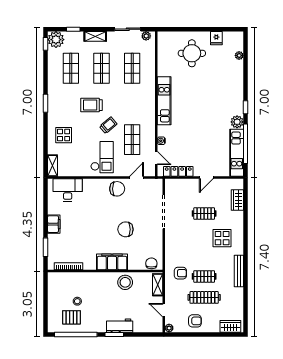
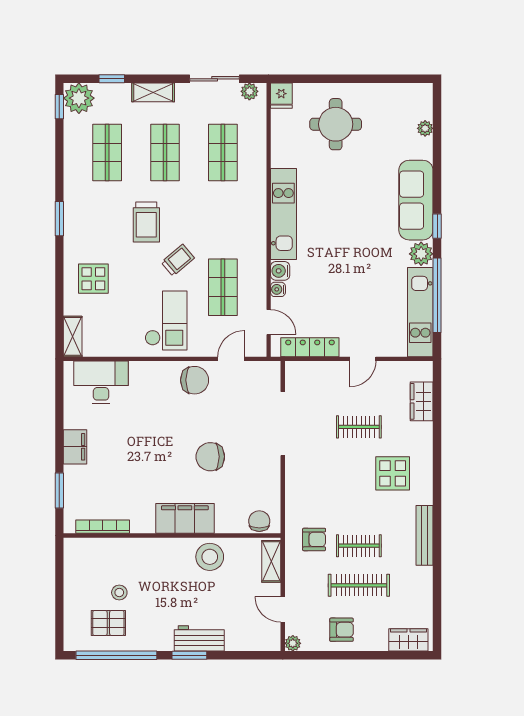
fridge: (216, 38) -> (281, 96), moved
sofa: (234, 93) -> (416, 200), added
trolley: (92, 105) -> (146, 222), turned -90
water cooler: (162, 131) -> (280, 271), added

